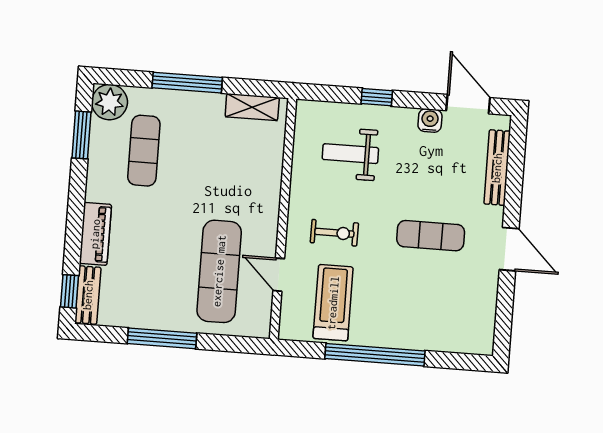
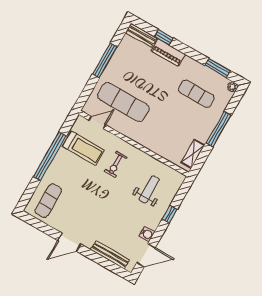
plant: (110, 102) -> (233, 87), width x0.53, depth x0.53
exercise mat: (431, 236) -> (48, 201), moved
door: (279, 275) -> (97, 122), moved
window: (69, 291) -> (164, 37), moved

